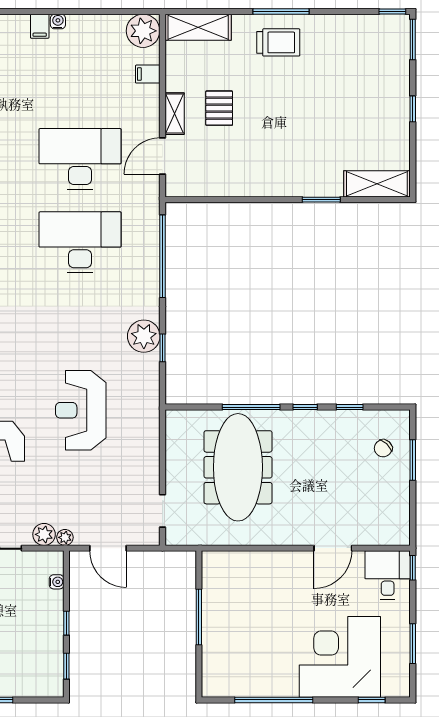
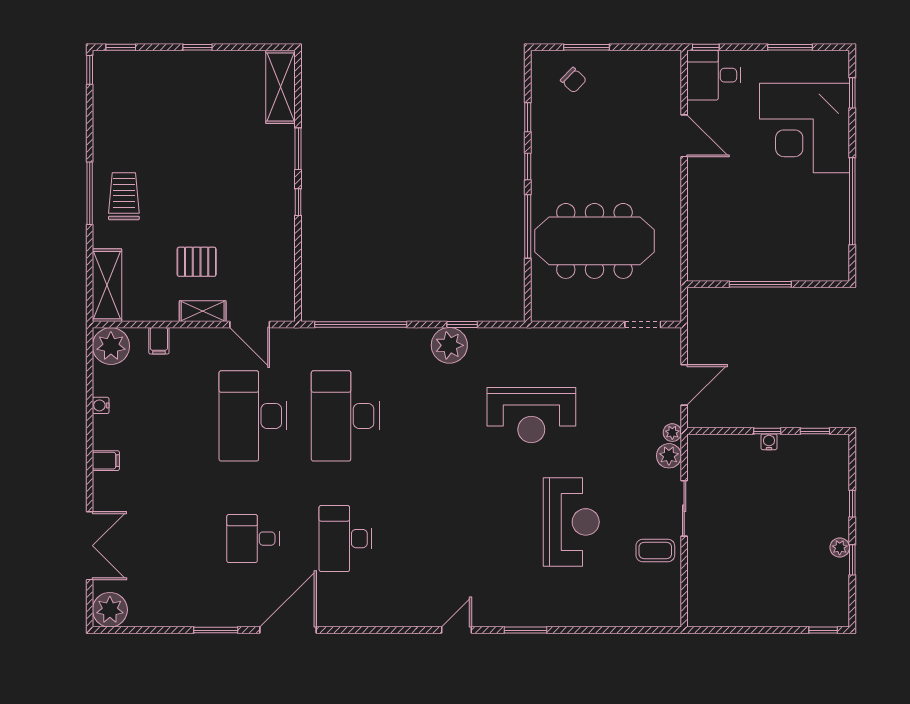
water cooler: (58, 22) -> (101, 405), moved
window: (413, 40) -> (121, 47), width x0.67
window: (273, 200) -> (298, 202), added
water cooler: (57, 582) -> (769, 442), moved

